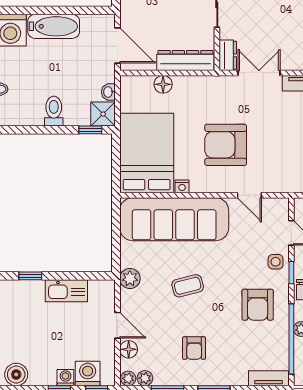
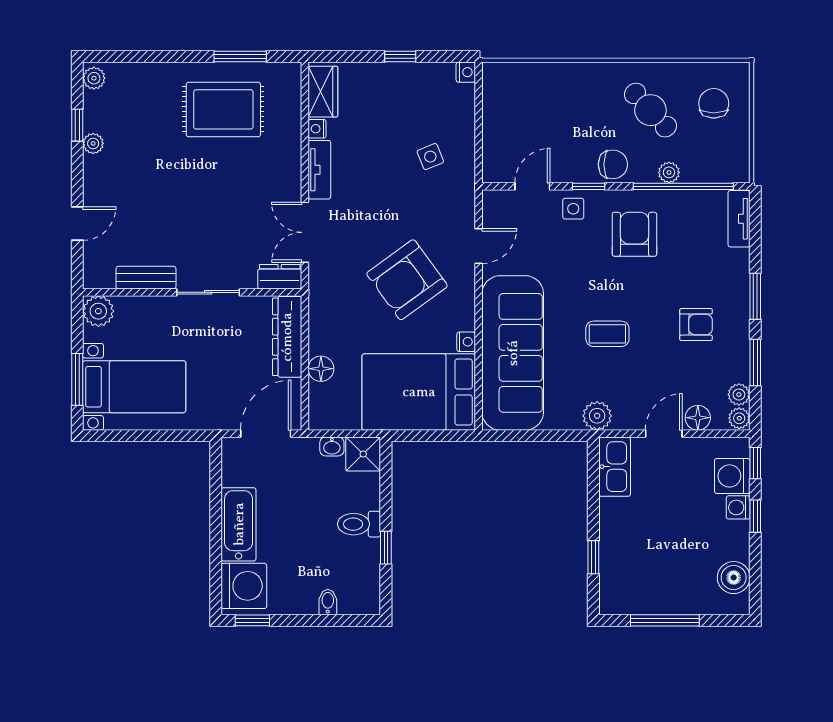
window: (90, 130) -> (386, 548), moved
armchair: (226, 145) -> (407, 280), turned 54
coffee table: (188, 286) -> (607, 334), turned -76
kitchen sink: (66, 291) -> (615, 467), moved
armchair: (258, 305) -> (634, 234), turned -90

